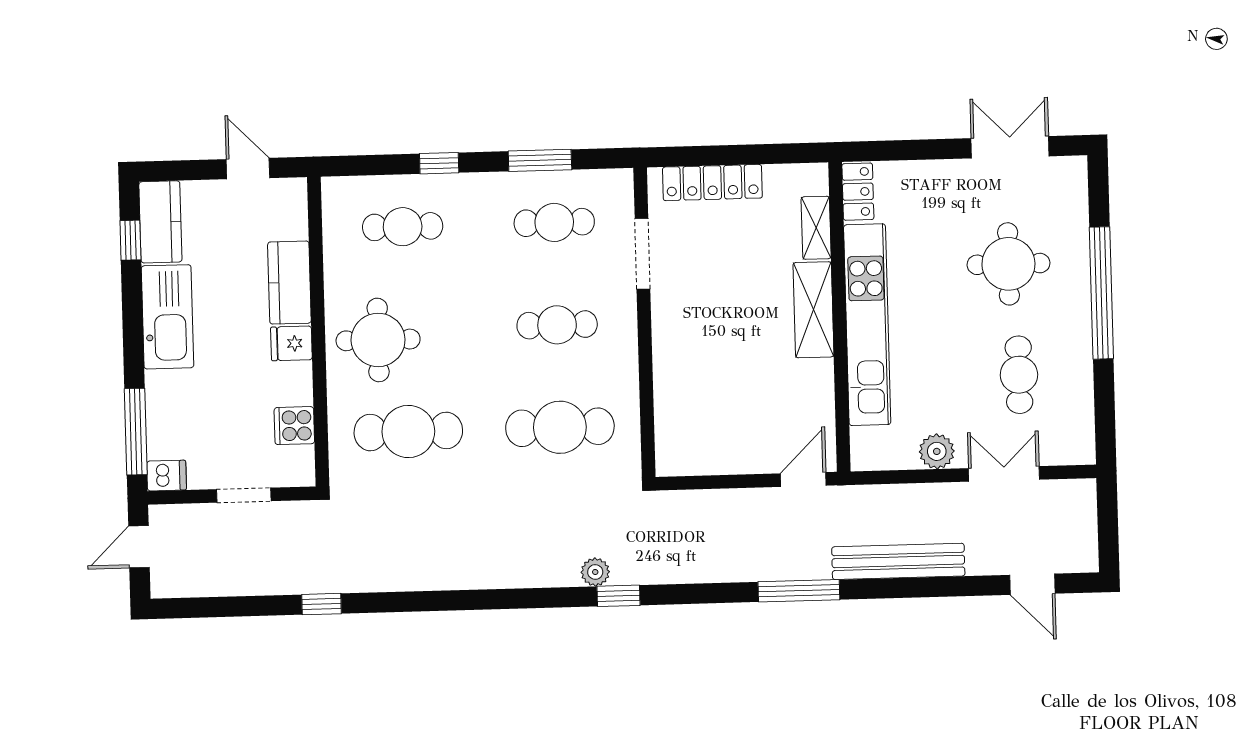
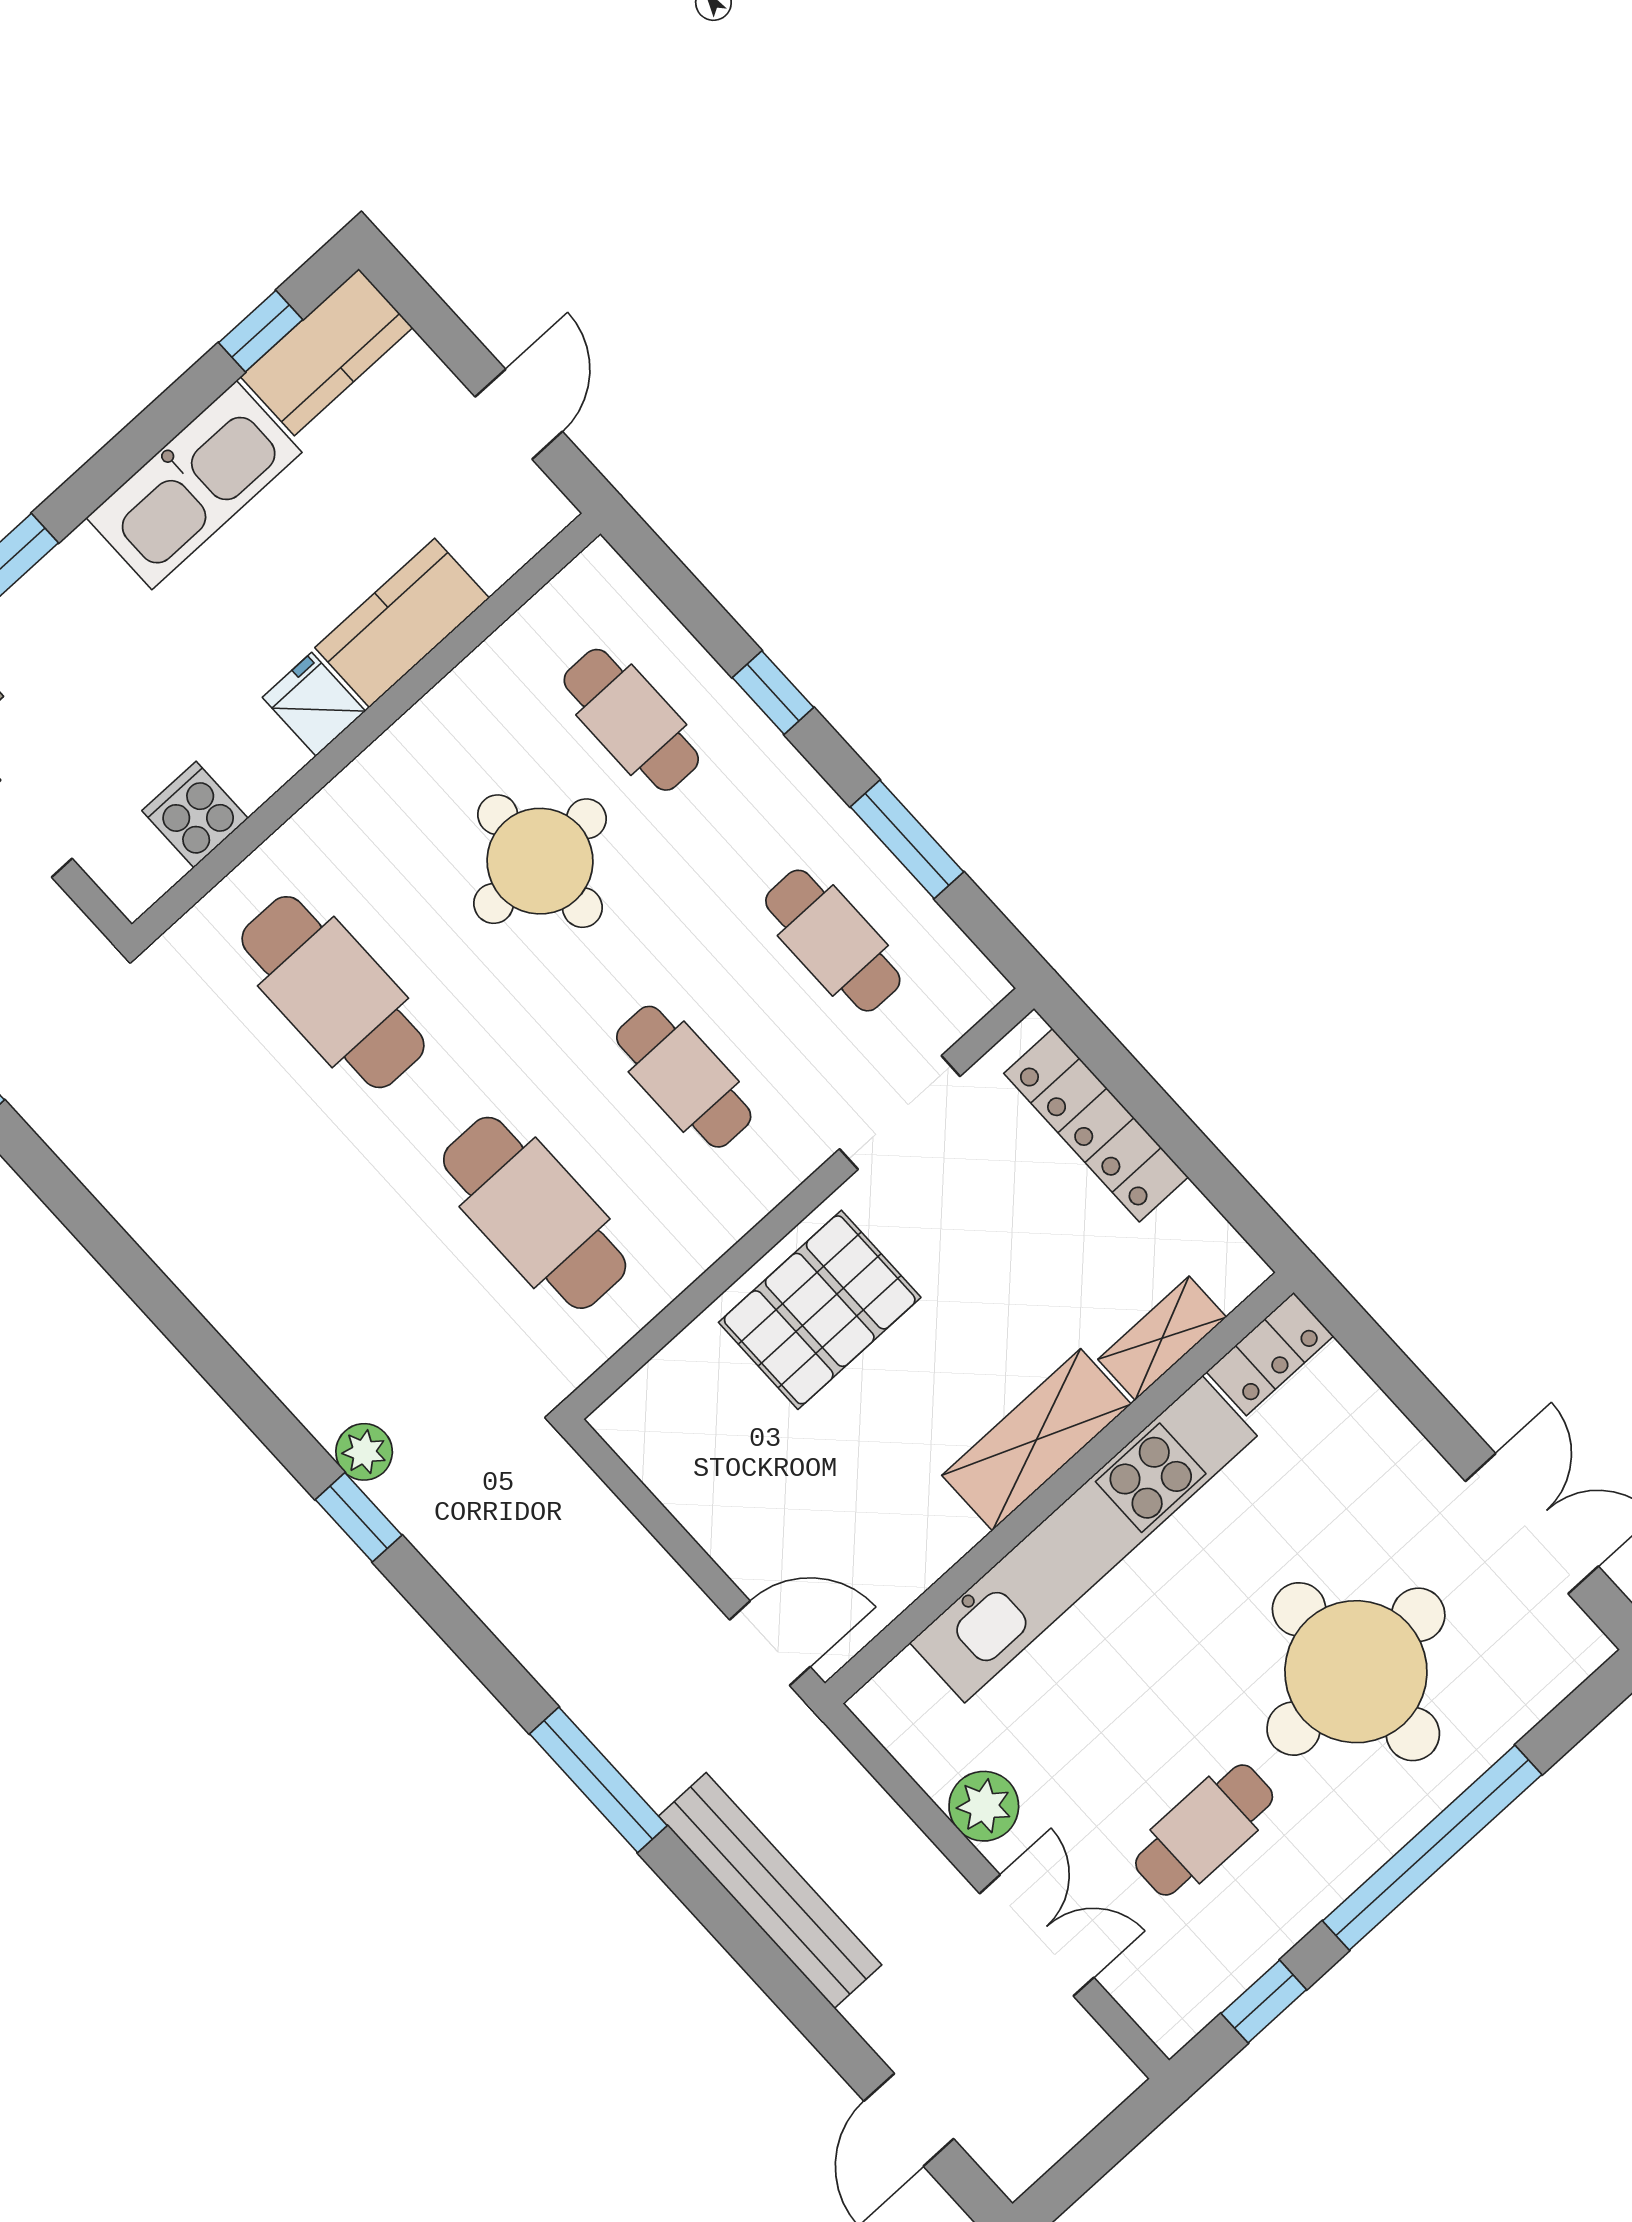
round table: (1008, 264) -> (1356, 1672), width x1.36, depth x1.36
round table: (378, 340) -> (540, 861), moved
pallet: (692, 350) -> (820, 1310), added
window: (1105, 409) -> (1264, 2001), added

